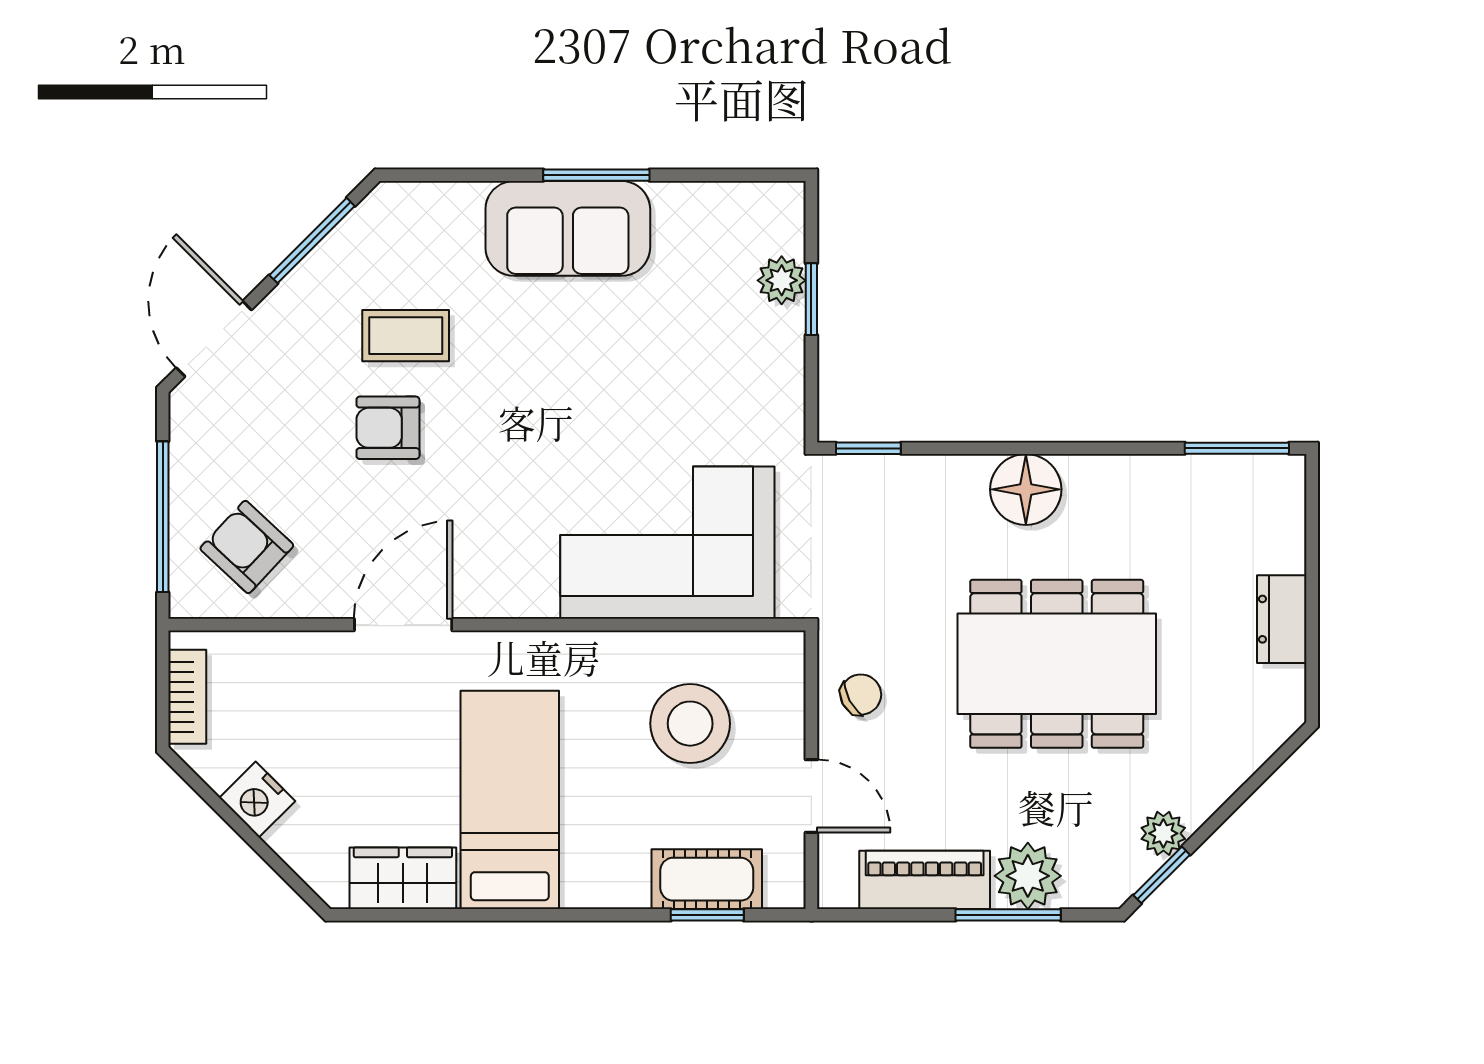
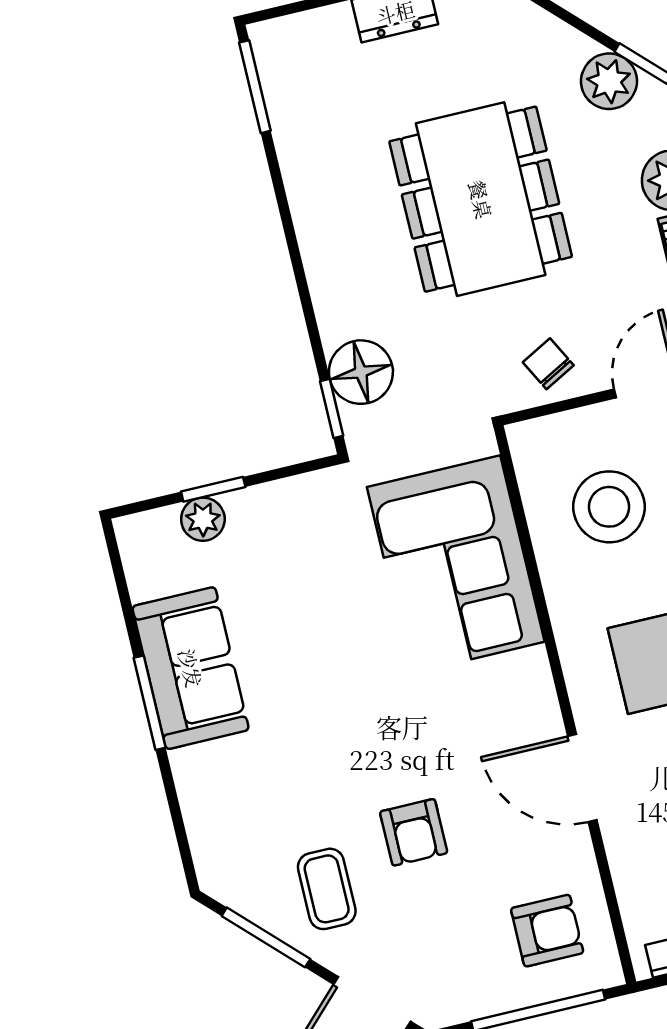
sofa: (568, 228) -> (191, 668), moved
coffee table: (406, 336) -> (327, 889), moved
floor lamp: (1026, 489) -> (361, 372), moved
armchair: (247, 547) -> (547, 931), turned -133
plant: (1163, 833) -> (609, 81), width x1.38, depth x1.38

